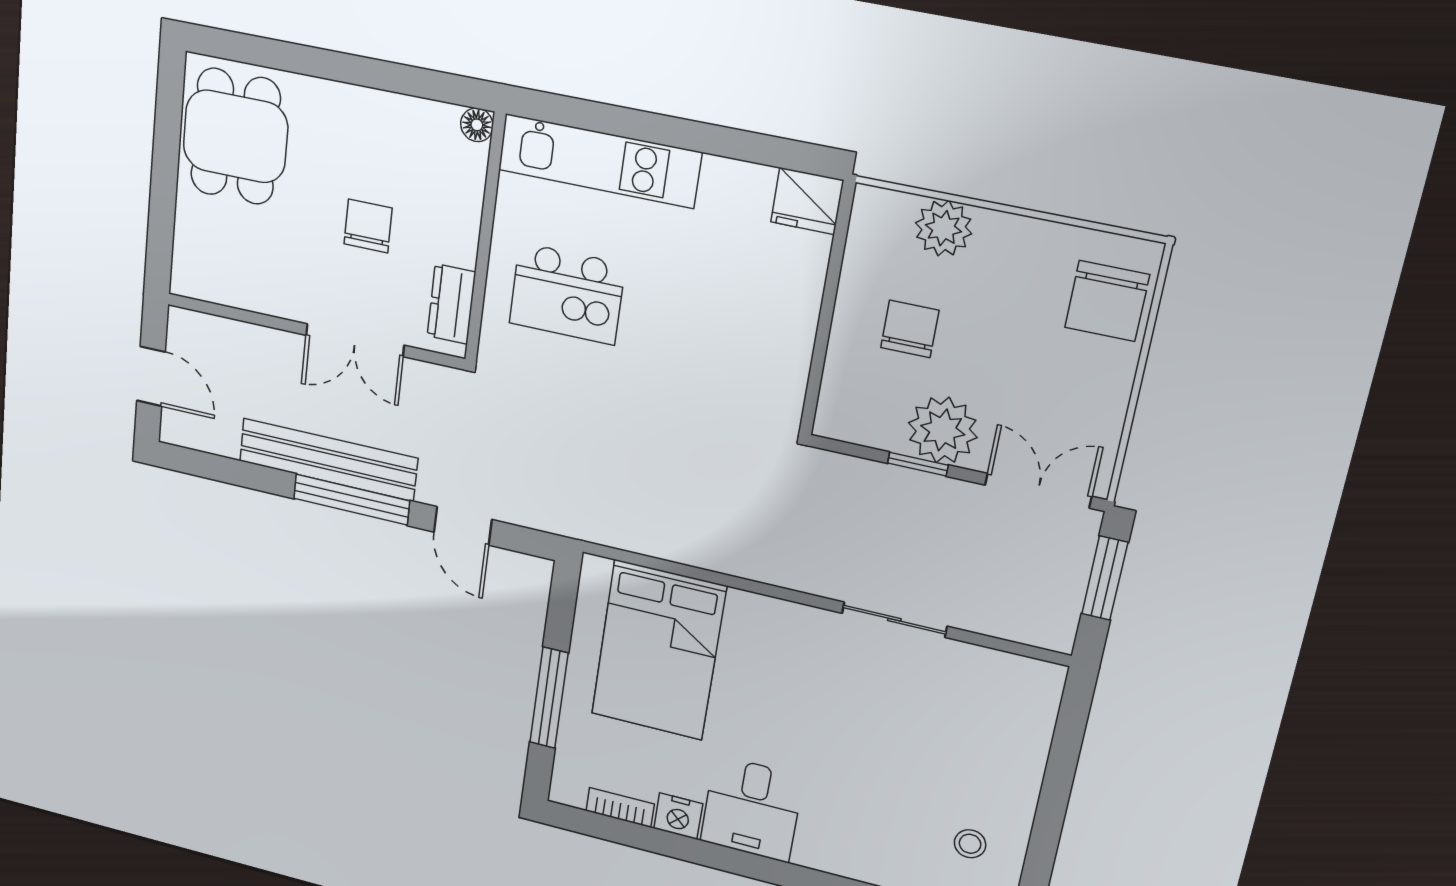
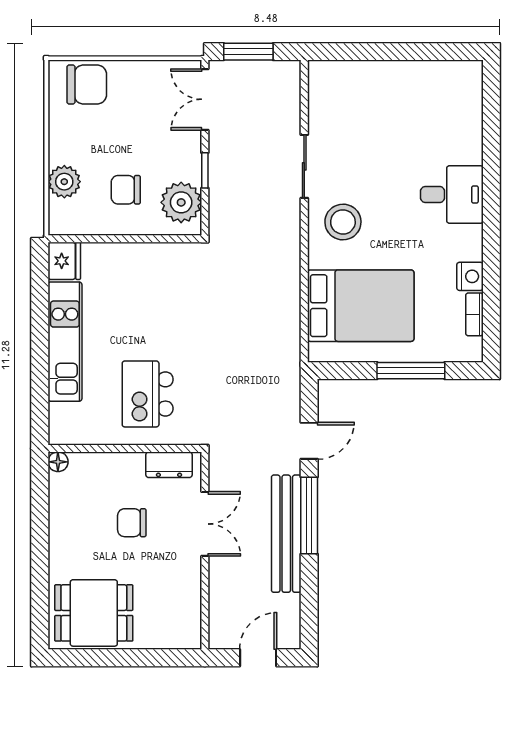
kitchen unit: (599, 161) -> (65, 342), moved
kitchen island: (567, 294) -> (148, 394), turned 180
plant: (943, 430) -> (181, 202), moved
desk: (752, 809) -> (452, 194), moved
stool: (970, 844) -> (343, 222), moved, width x1.89, depth x1.89

